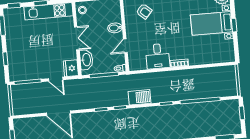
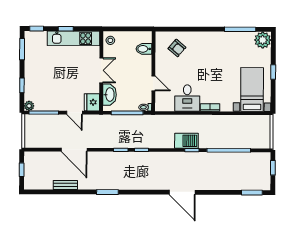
bed with nightstands: (211, 23) -> (252, 90), moved, turned 90
bidet: (115, 28) -> (144, 49), moved
door: (125, 46) -> (153, 83), swing flipped
plant: (14, 77) -> (29, 106), added
barbecue: (139, 97) -> (186, 141), moved

